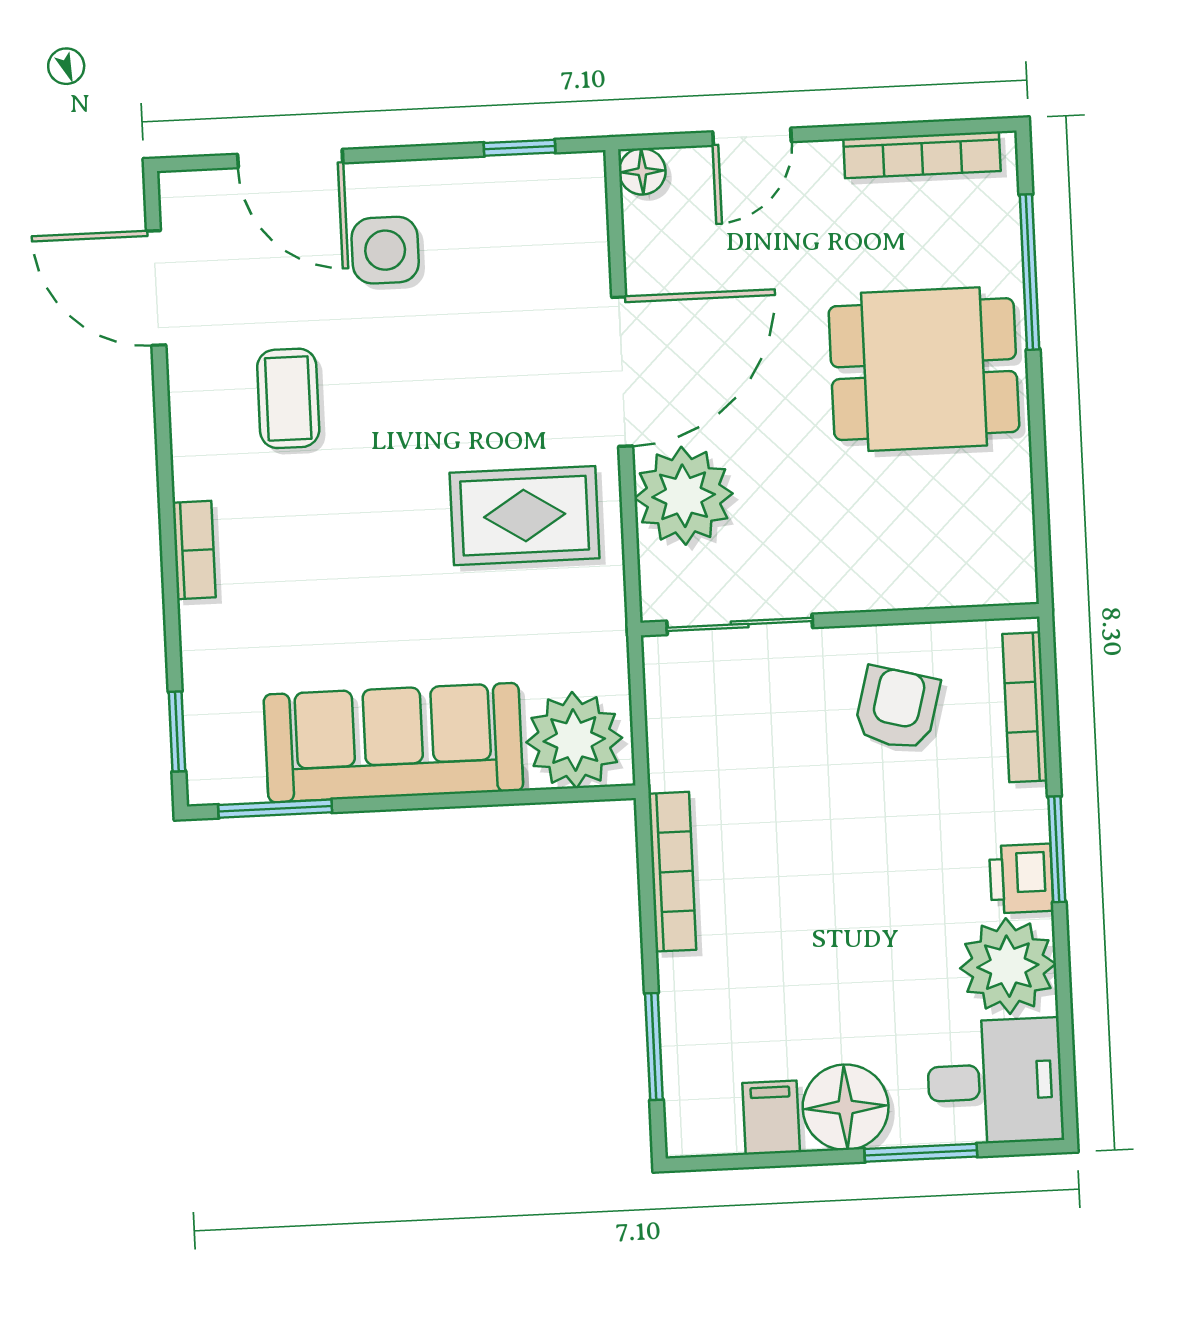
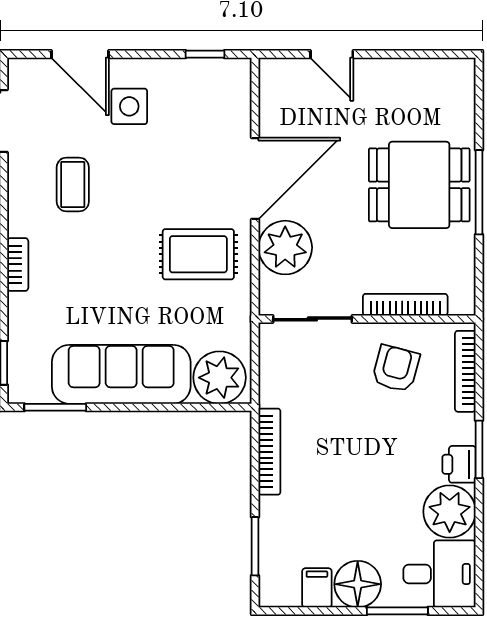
door: (752, 137) -> (332, 54), hinge flipped
bookcase: (922, 155) -> (405, 305), moved, turned 180
floor lamp: (642, 171) -> (271, 70), removed
window: (1030, 272) -> (479, 192), moved

